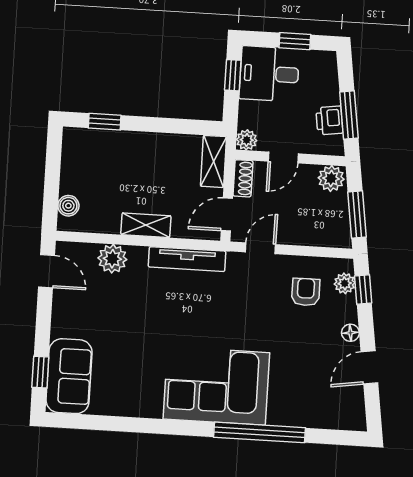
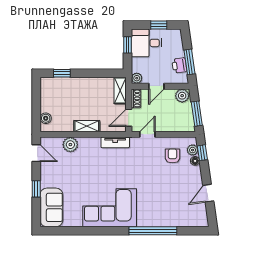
tv unit: (187, 259) -> (115, 142), width x0.71
floor lamp: (350, 333) -> (195, 161), moved
window: (40, 372) -> (36, 189), moved
corner sofa: (216, 386) -> (110, 208), moved

